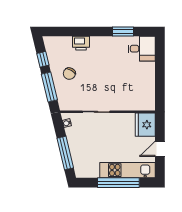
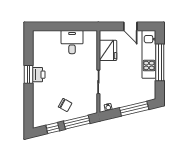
window: (123, 32) -> (29, 74), moved
printer: (81, 43) -> (39, 75), moved
desk: (142, 49) -> (72, 42), moved
fridge: (145, 125) -> (108, 50), moved, turned -90

